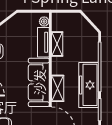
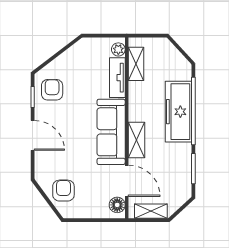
shelving: (57, 44) -> (136, 64), moved
freezer: (89, 85) -> (179, 112), moved

